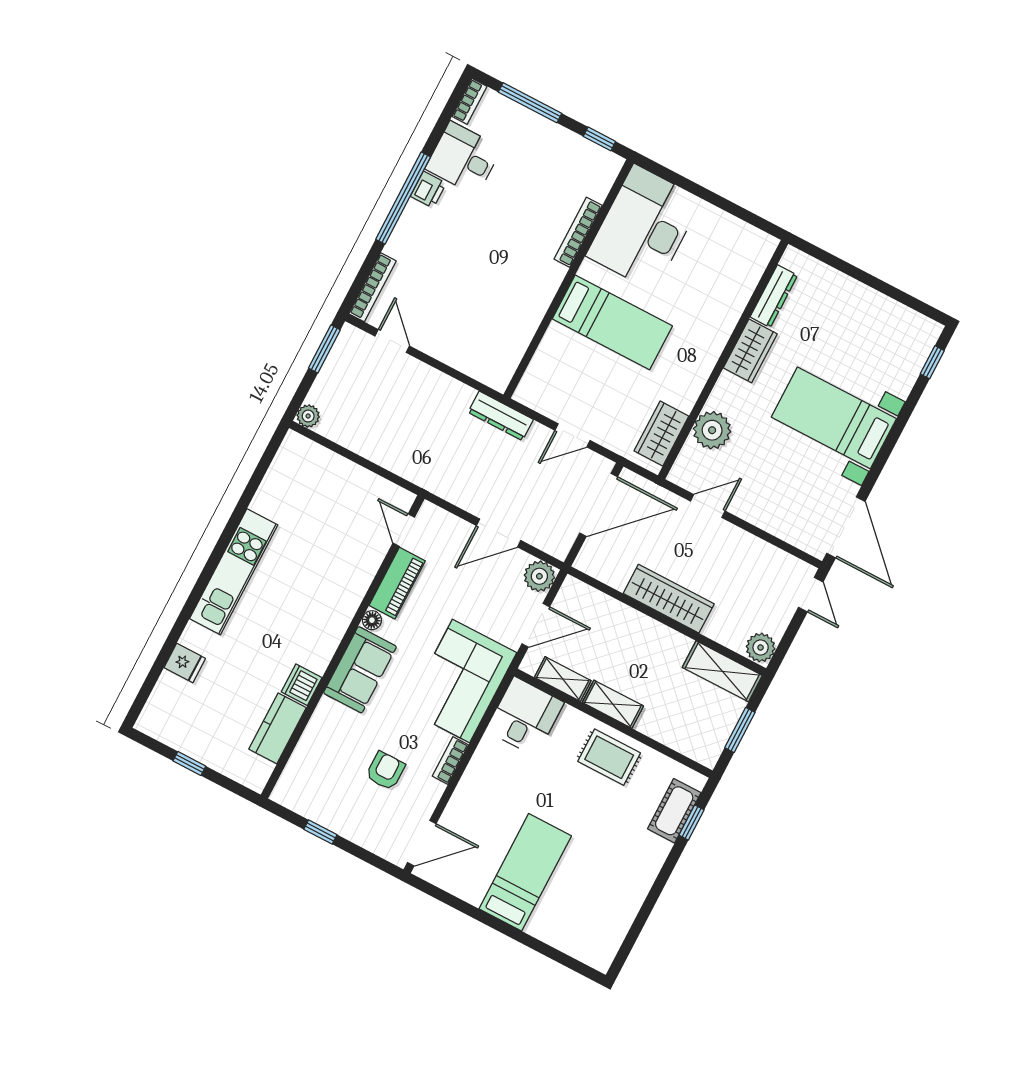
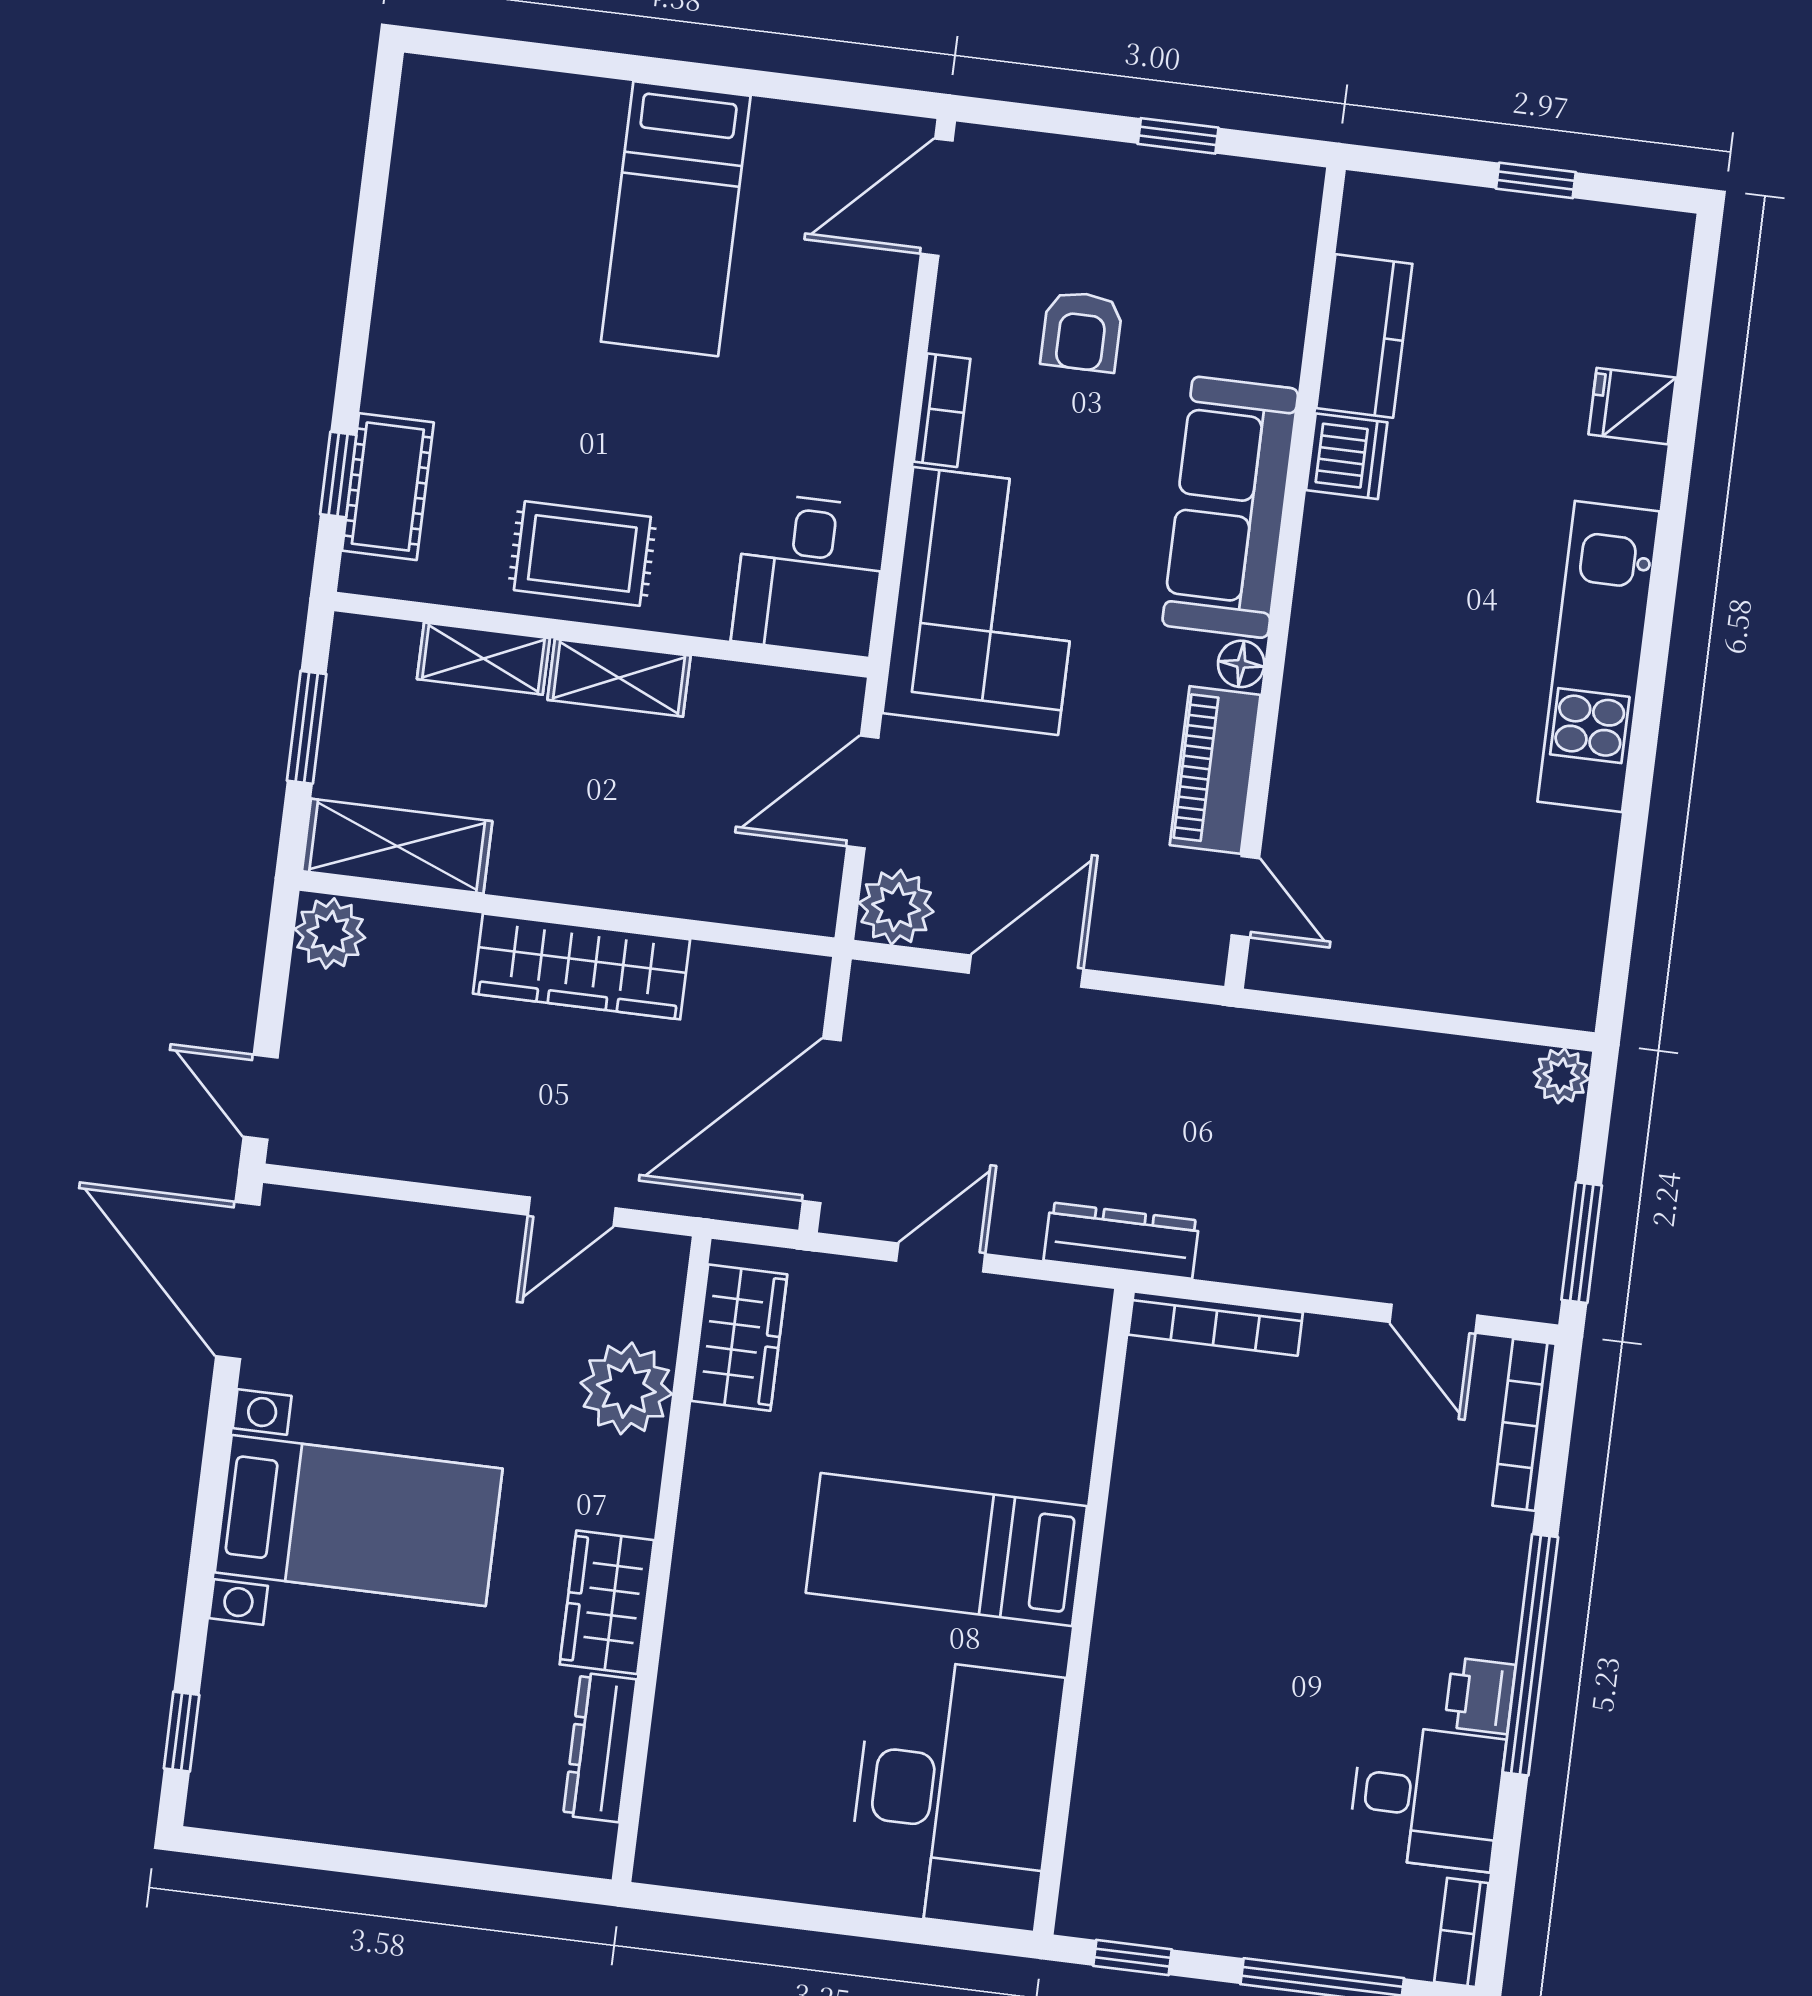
bookcase: (578, 232) -> (1216, 1324), moved, turned 90
sofa: (360, 670) -> (1230, 507), width x1.36
shelving: (563, 679) -> (483, 659), moved

